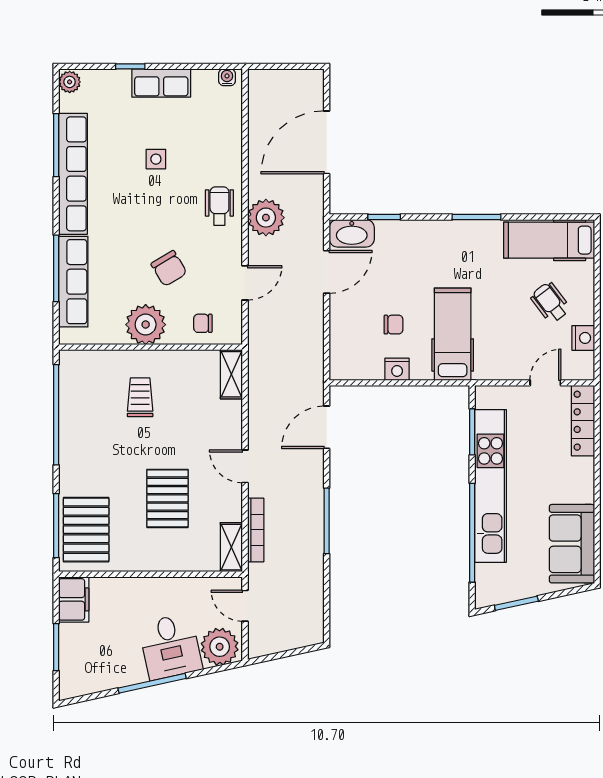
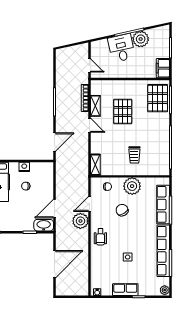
plant: (266, 218) -> (80, 221), moved
shelving: (231, 547) -> (95, 106), moved
plant: (220, 647) -> (141, 39), moved

